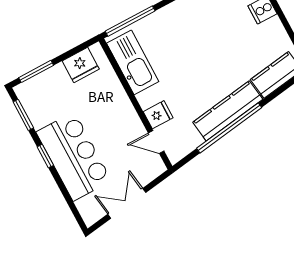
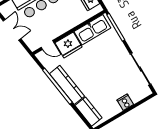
fridge: (158, 115) -> (69, 45), width x1.88, depth x1.34
door: (156, 142) -> (48, 45), swing flipped

